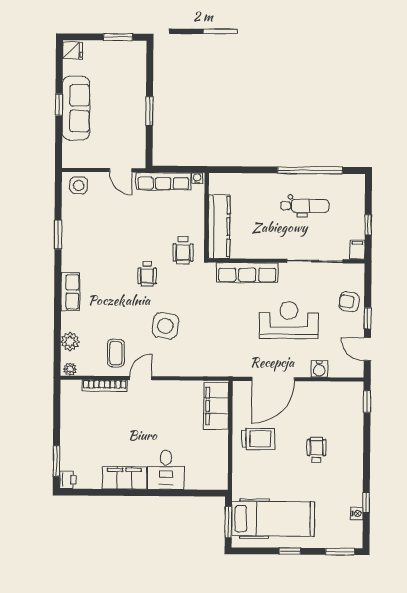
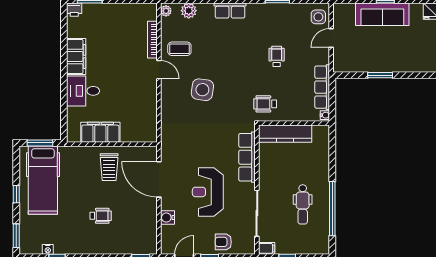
door: (121, 170) -> (331, 38), moved
wheelchair: (147, 274) -> (277, 56), moved, turned 90
armchair: (349, 302) -> (223, 242), turned -99
reception desk: (289, 320) -> (208, 192), turned 180
filing cabinet: (216, 406) -> (100, 132), moved

